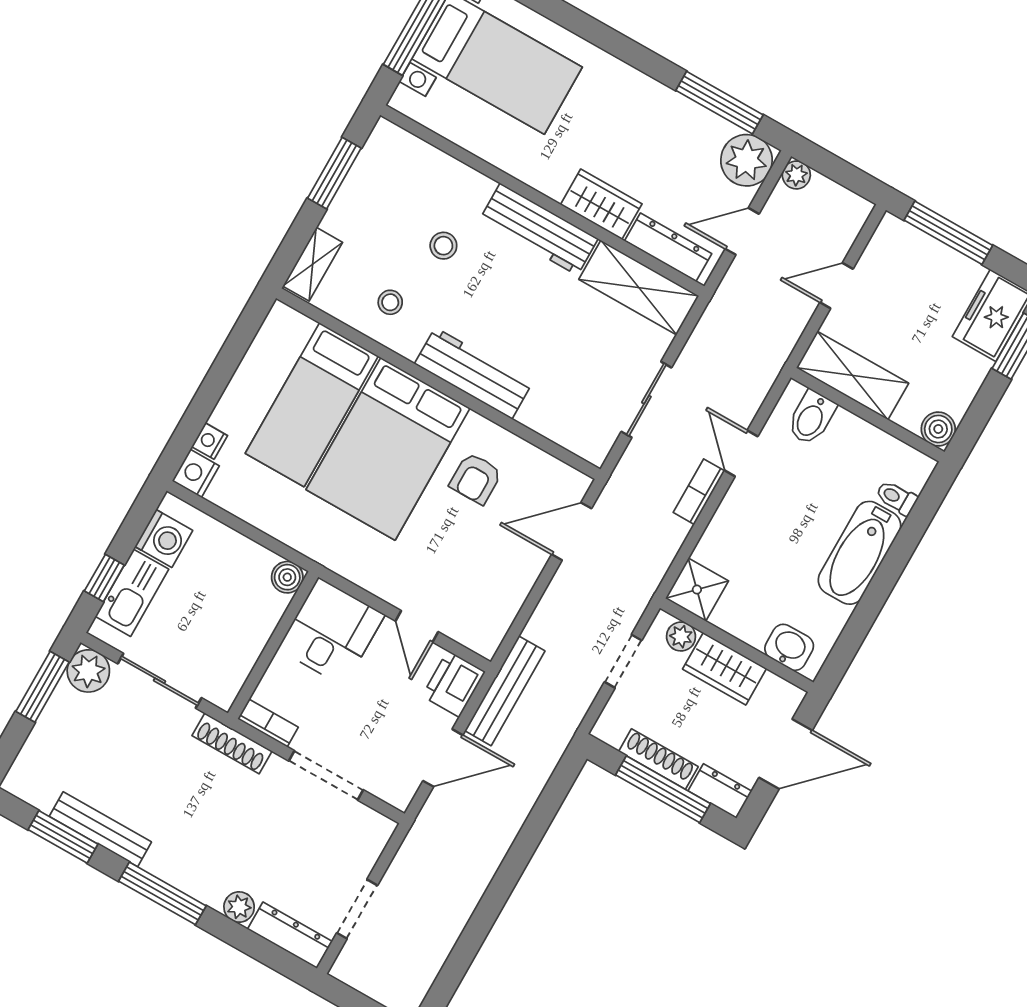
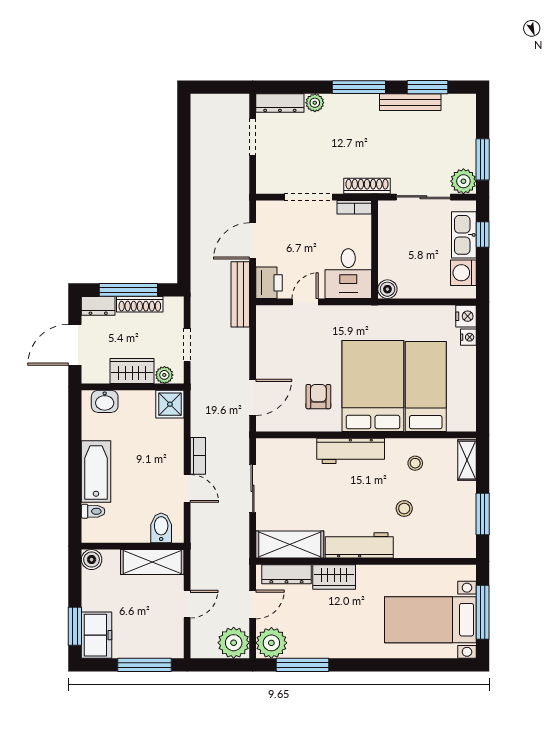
plant: (796, 175) -> (234, 643), width x1.88, depth x1.88
door: (417, 626) -> (305, 302), hinge flipped

